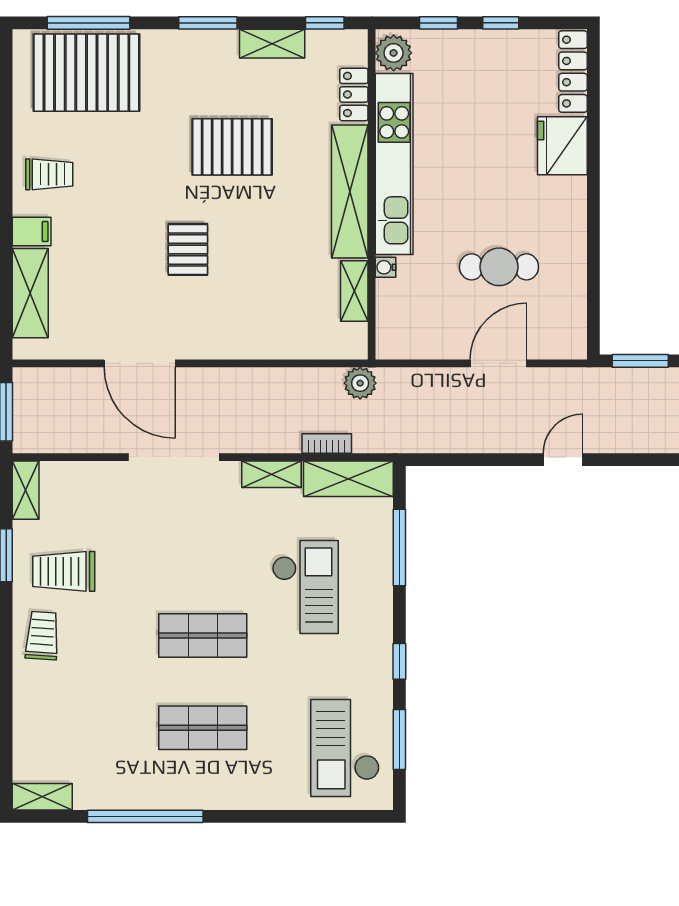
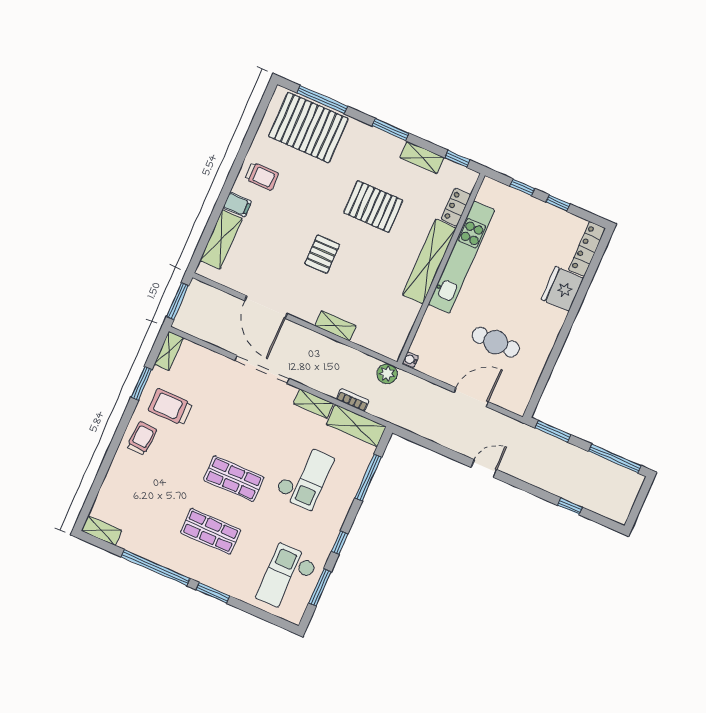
plant: (394, 53) -> (489, 193), removed
water cooler: (386, 267) -> (411, 360), moved
shelving: (354, 291) -> (336, 326), moved, turned 90
window: (246, 816) -> (213, 593), added

